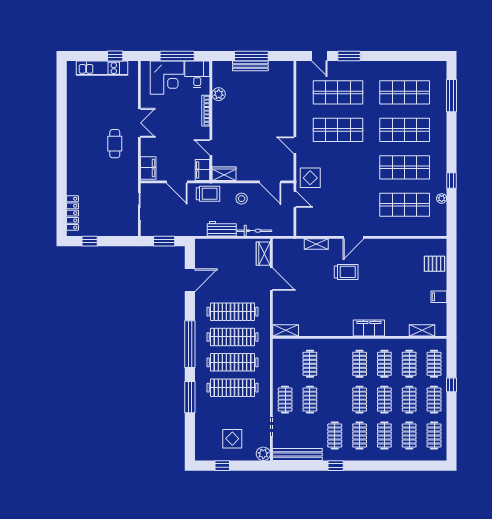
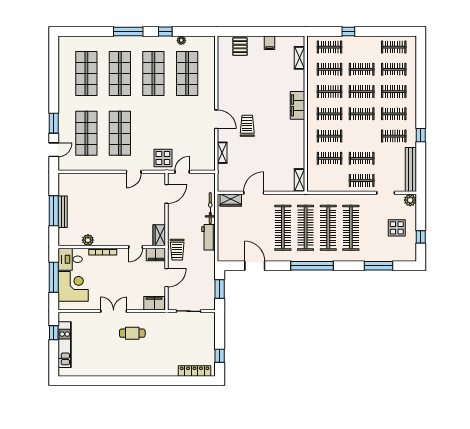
window: (451, 96) -> (128, 31), moved
trolley: (208, 194) -> (177, 250), turned 180
stool: (242, 199) -> (182, 220), removed
window: (190, 397) -> (379, 266), moved
clothes rail: (434, 400) -> (330, 136), moved

